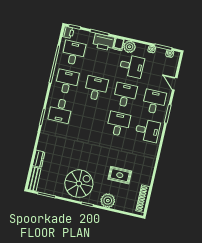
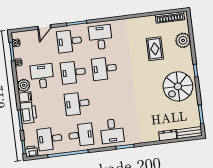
desk: (67, 82) -> (81, 135), turned 180
desk: (60, 111) -> (112, 131), turned 90
spiral stairs: (79, 184) -> (178, 86), turned -90
plant: (108, 201) -> (183, 40), moved

